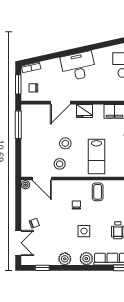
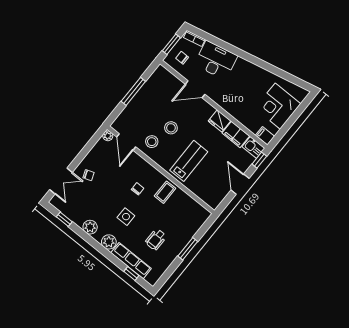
desk: (78, 66) -> (216, 60), moved
fridge: (84, 111) -> (219, 121), moved
window: (18, 125) -> (133, 91), moved
lab bench: (96, 157) -> (189, 161), turned 180

